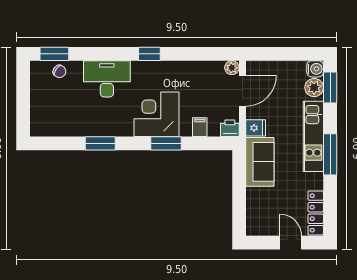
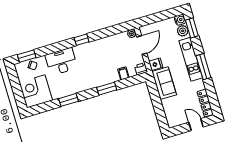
corner desk: (156, 114) -> (36, 91), moved

